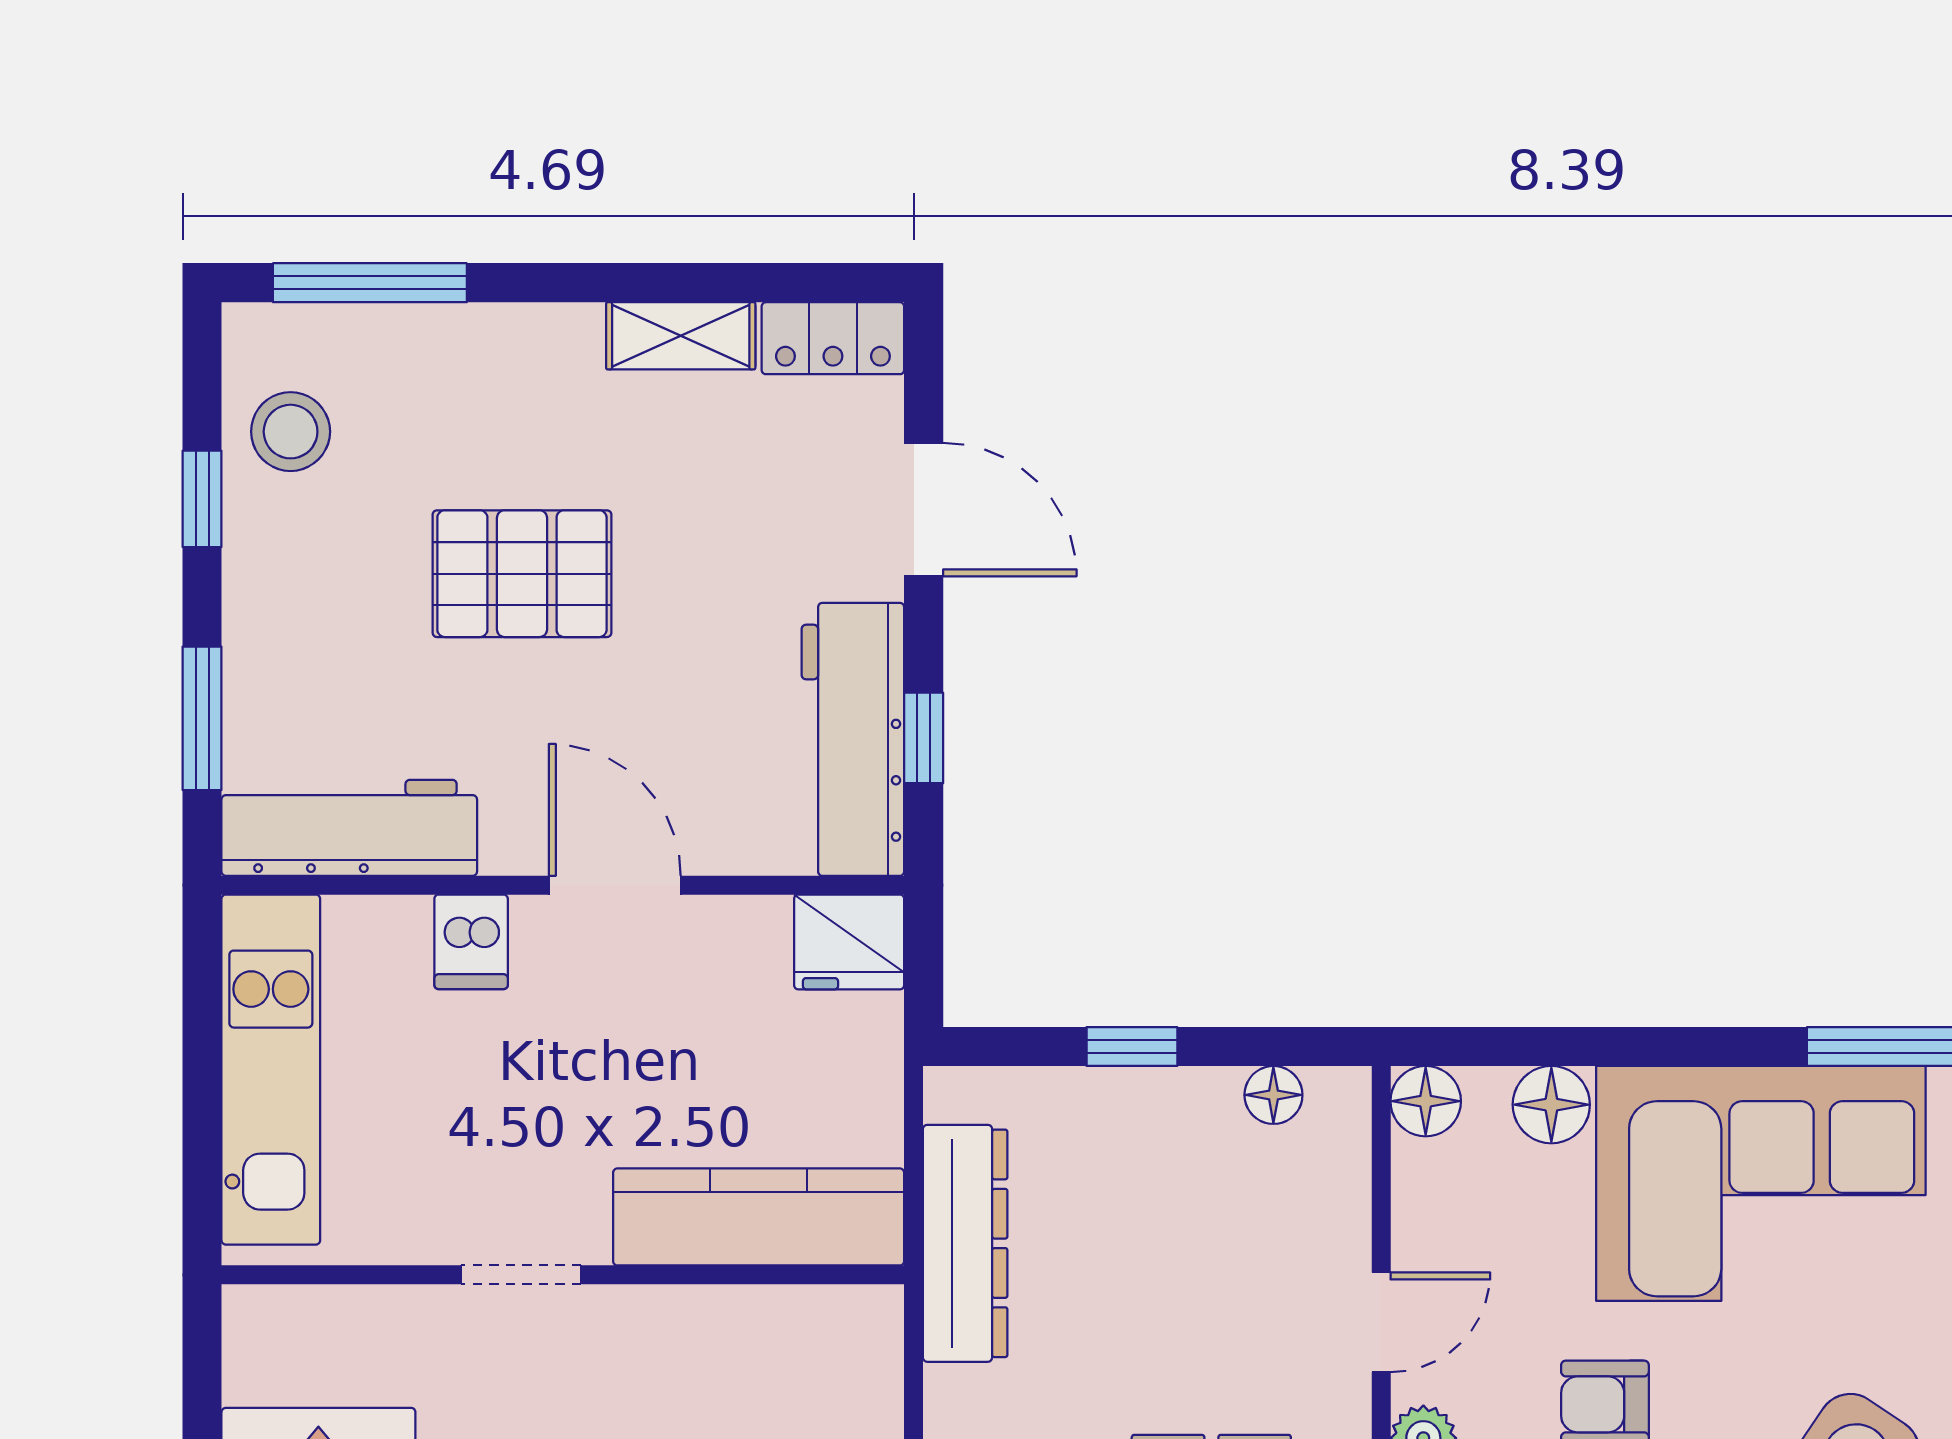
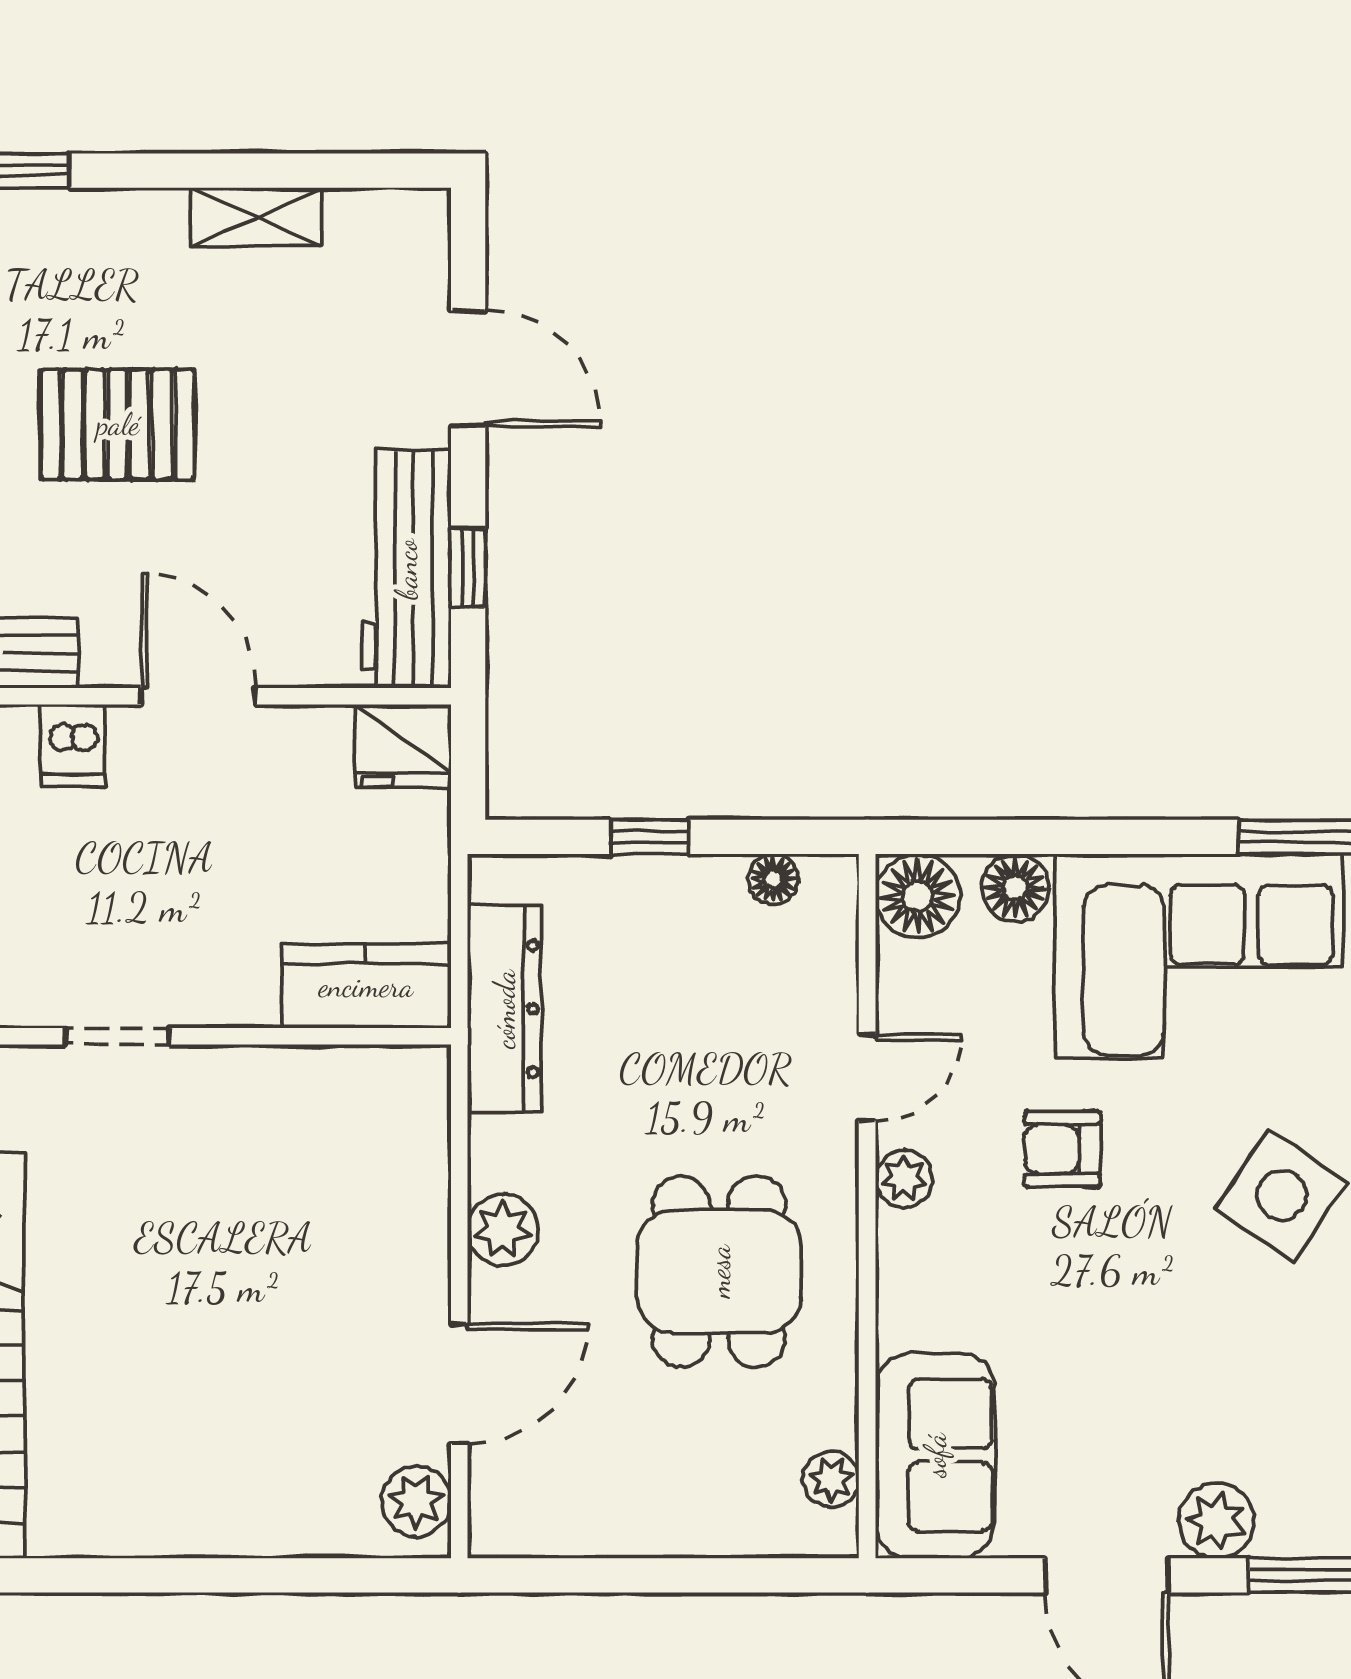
locker: (833, 338) -> (389, 219), removed
floor lamp: (1426, 1101) -> (918, 896), width x1.38, depth x1.38
kitchen counter: (759, 1217) -> (366, 986), width x0.67

